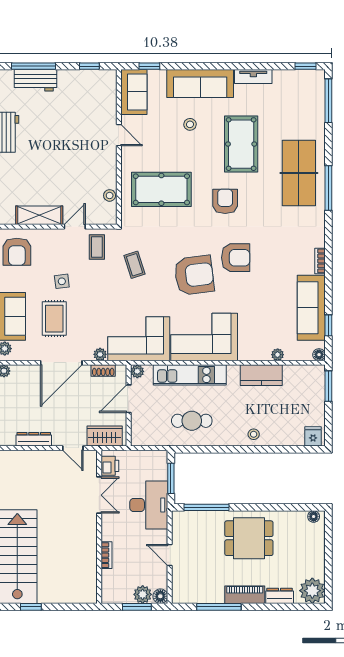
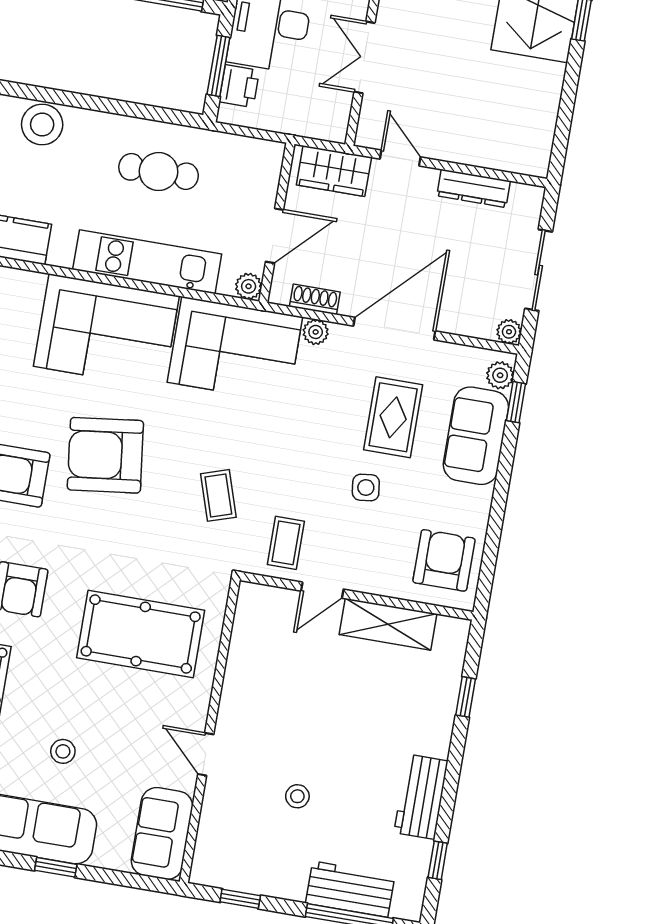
window: (149, 66) -> (56, 867), moved
stool: (110, 195) -> (297, 796), moved
stool: (254, 434) -> (42, 125), width x1.89, depth x1.89
printer: (110, 466) -> (239, 86), moved, turned 180

